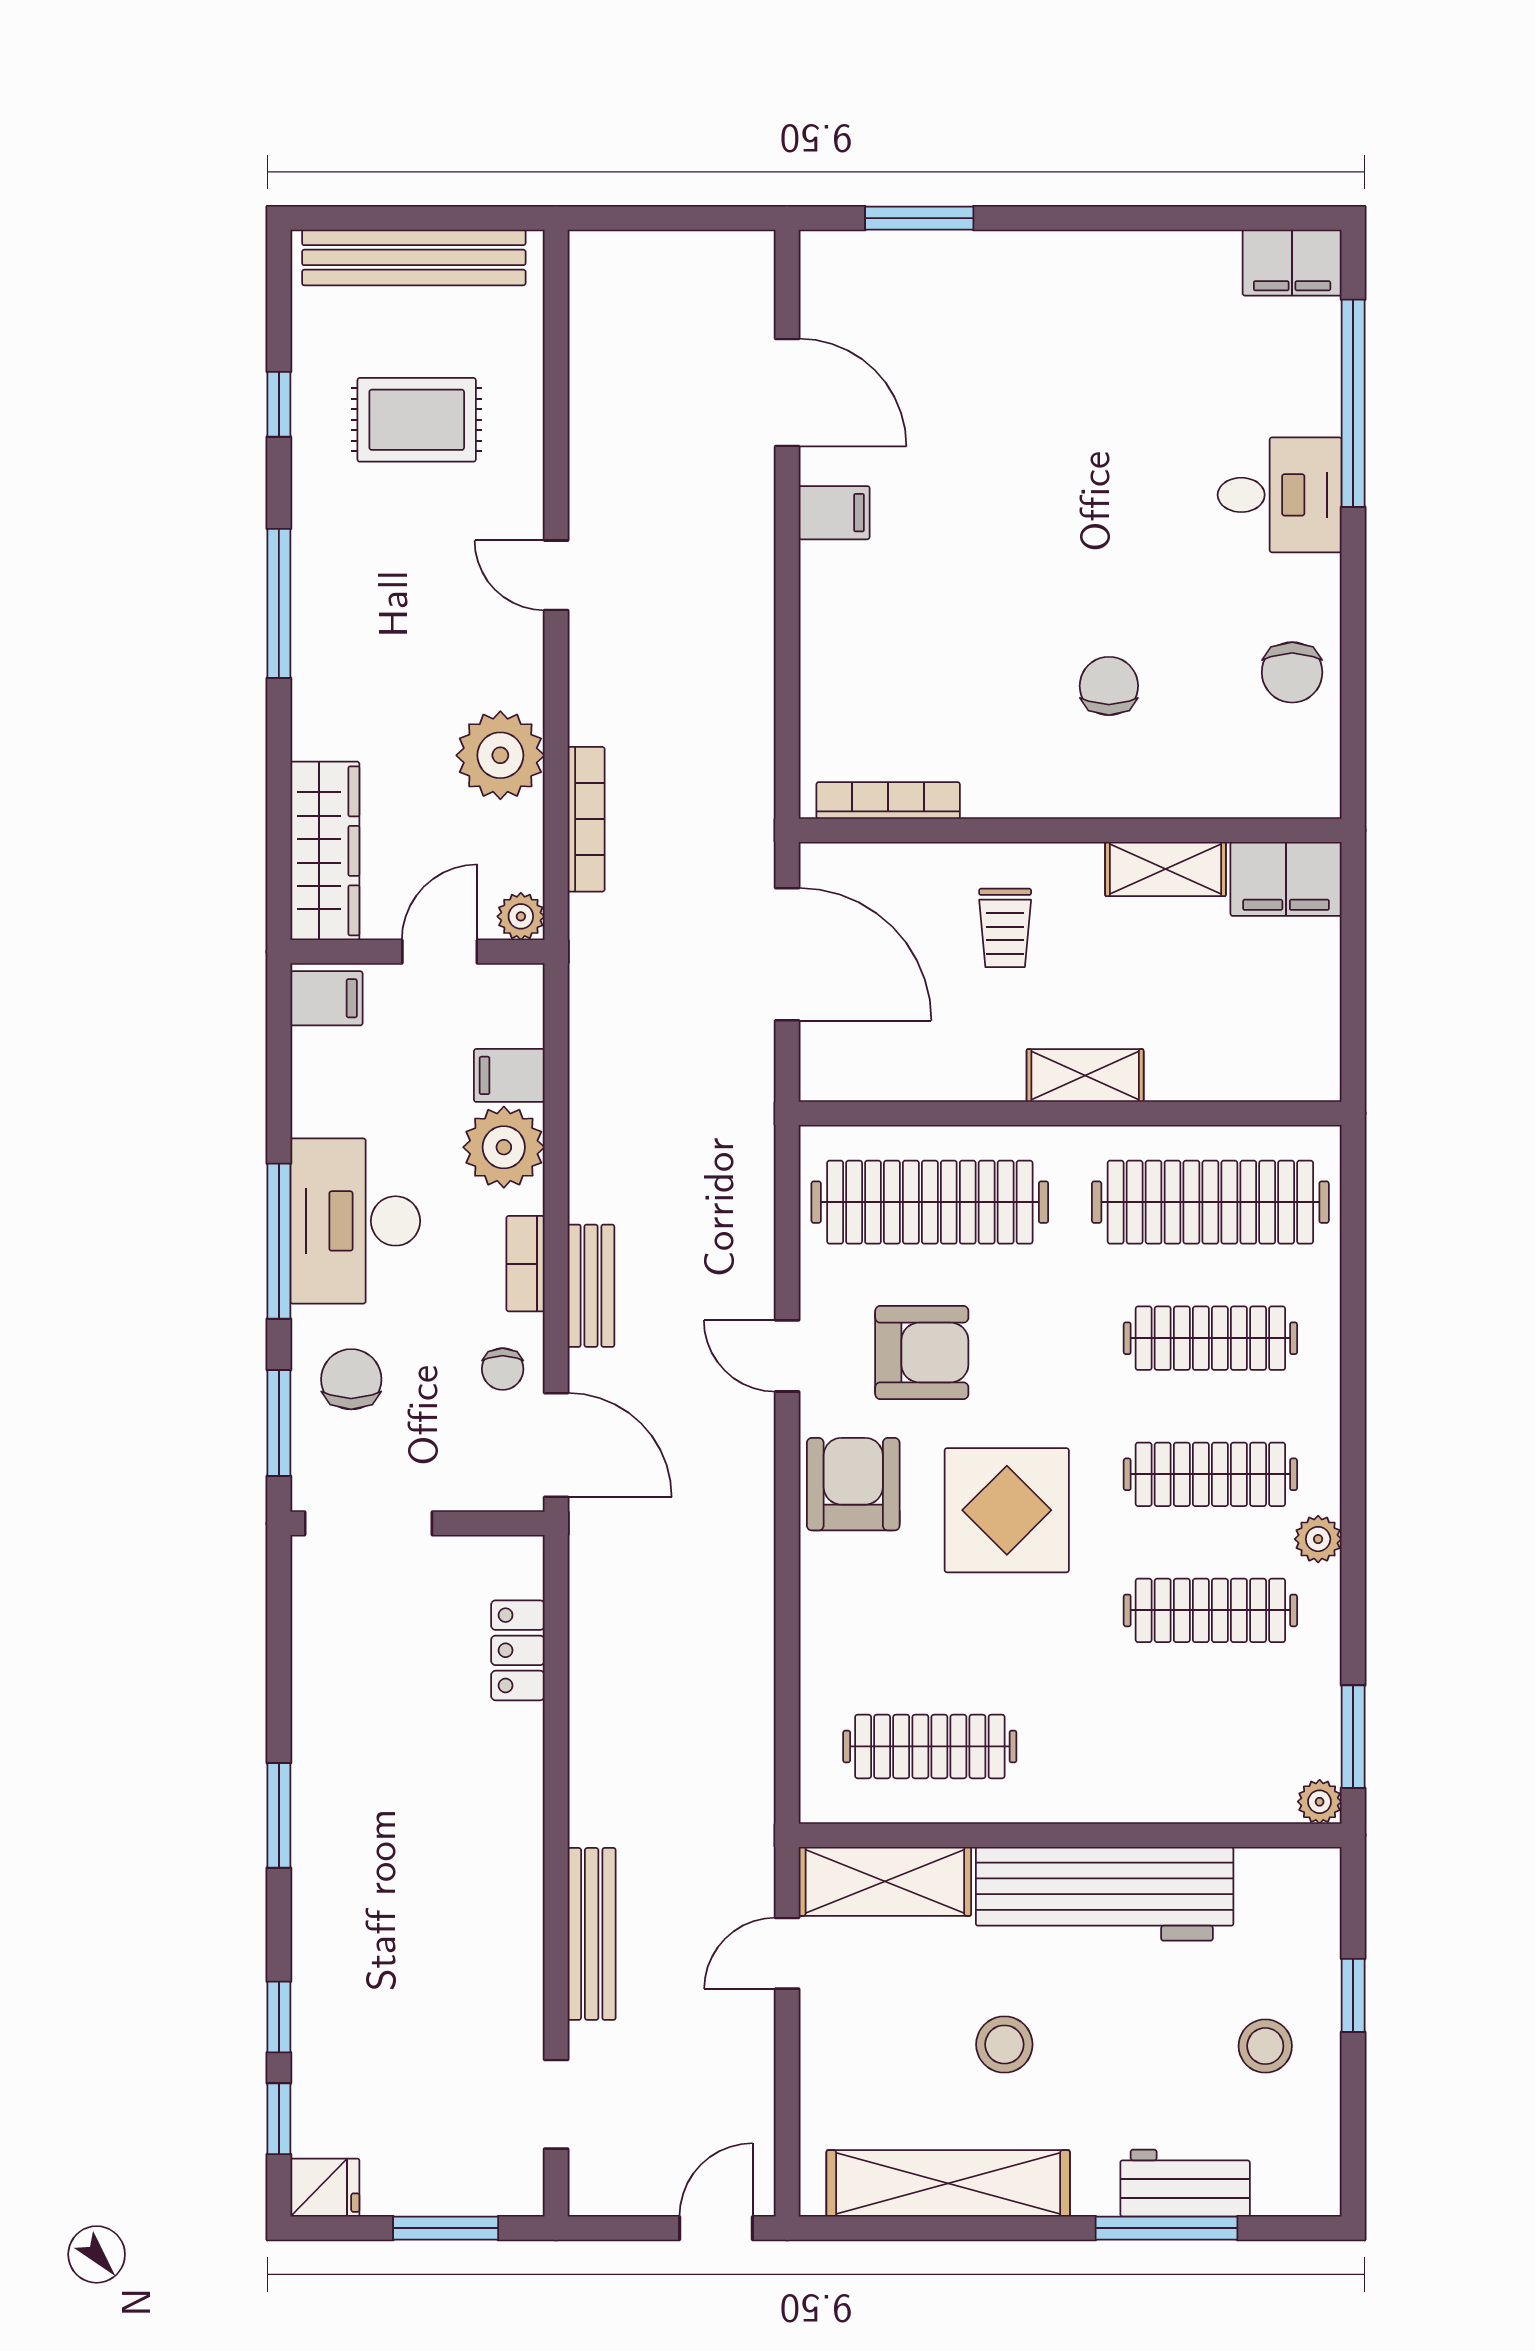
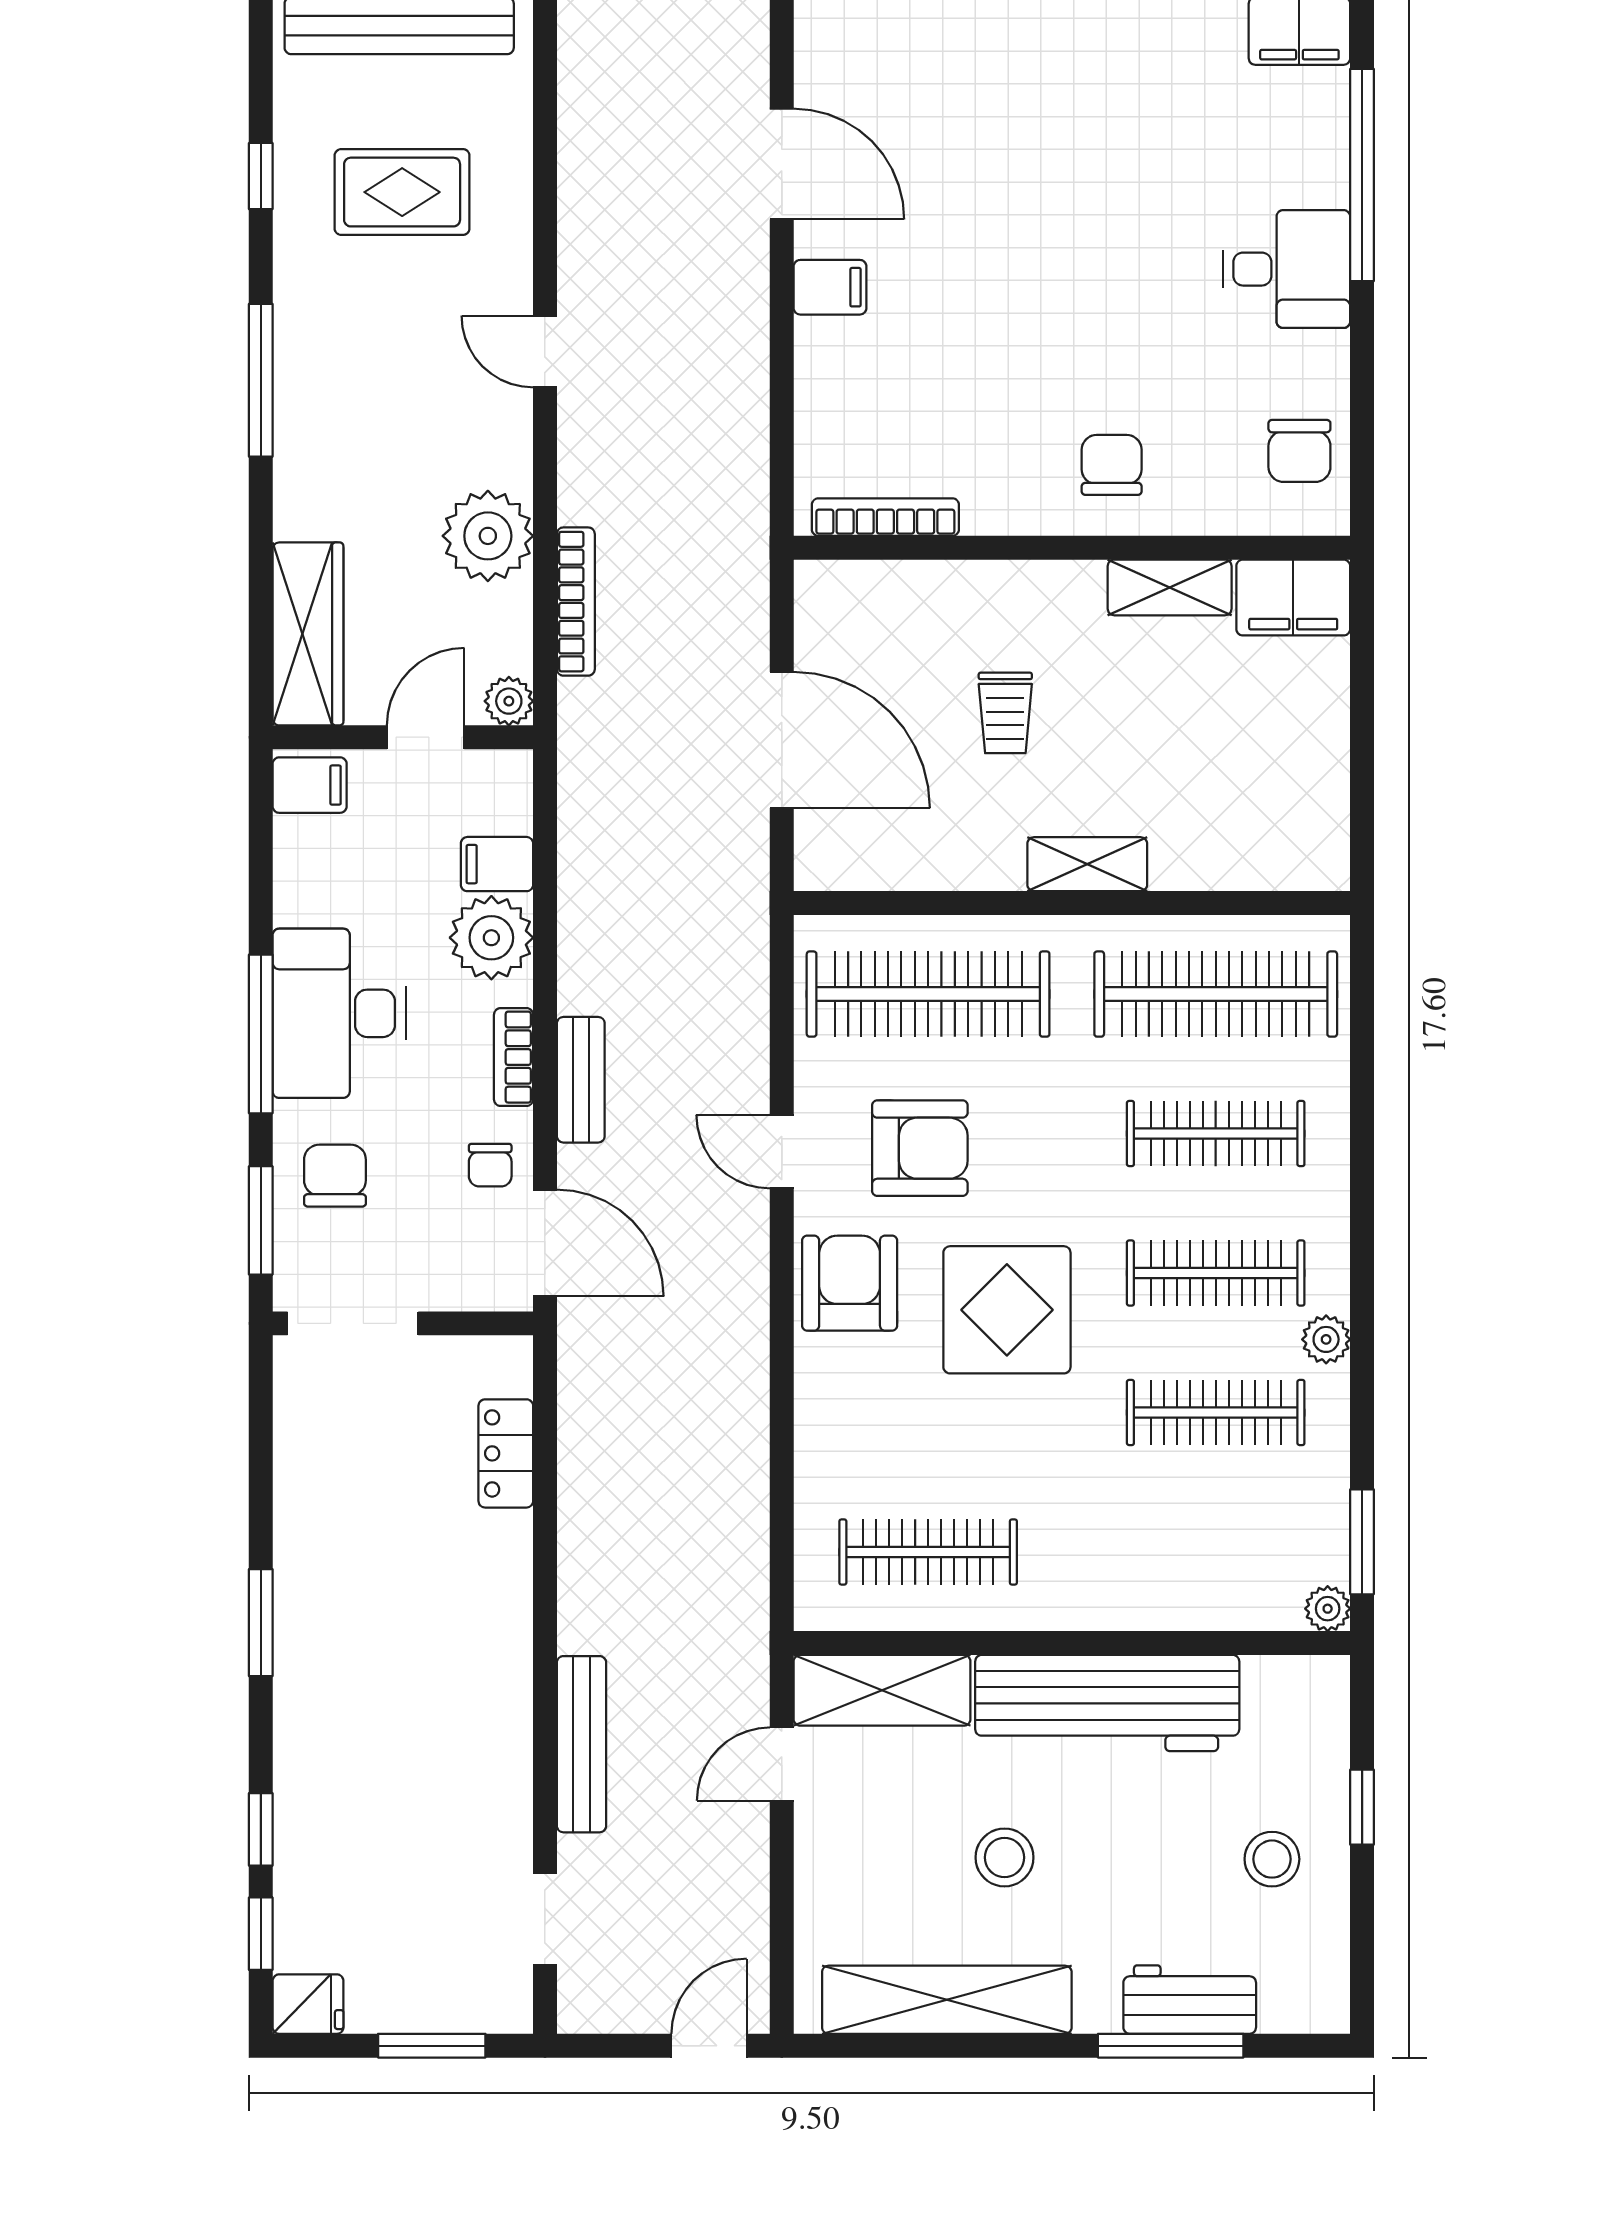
bookcase: (888, 800) -> (885, 517), moved
wall: (1070, 830) -> (1072, 548), moved
shelving: (1165, 869) -> (1170, 587), moved
filing cabinet: (1286, 879) -> (1293, 598), moved

